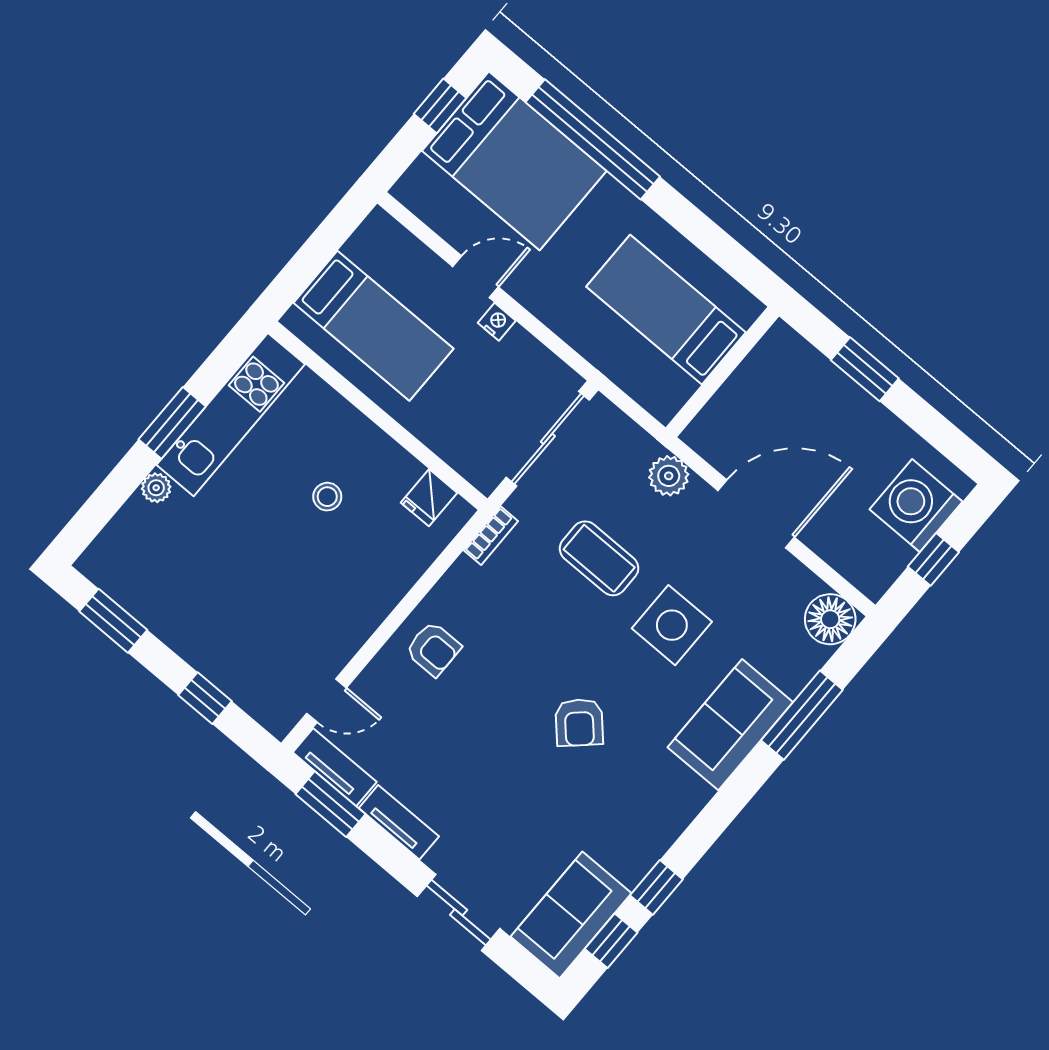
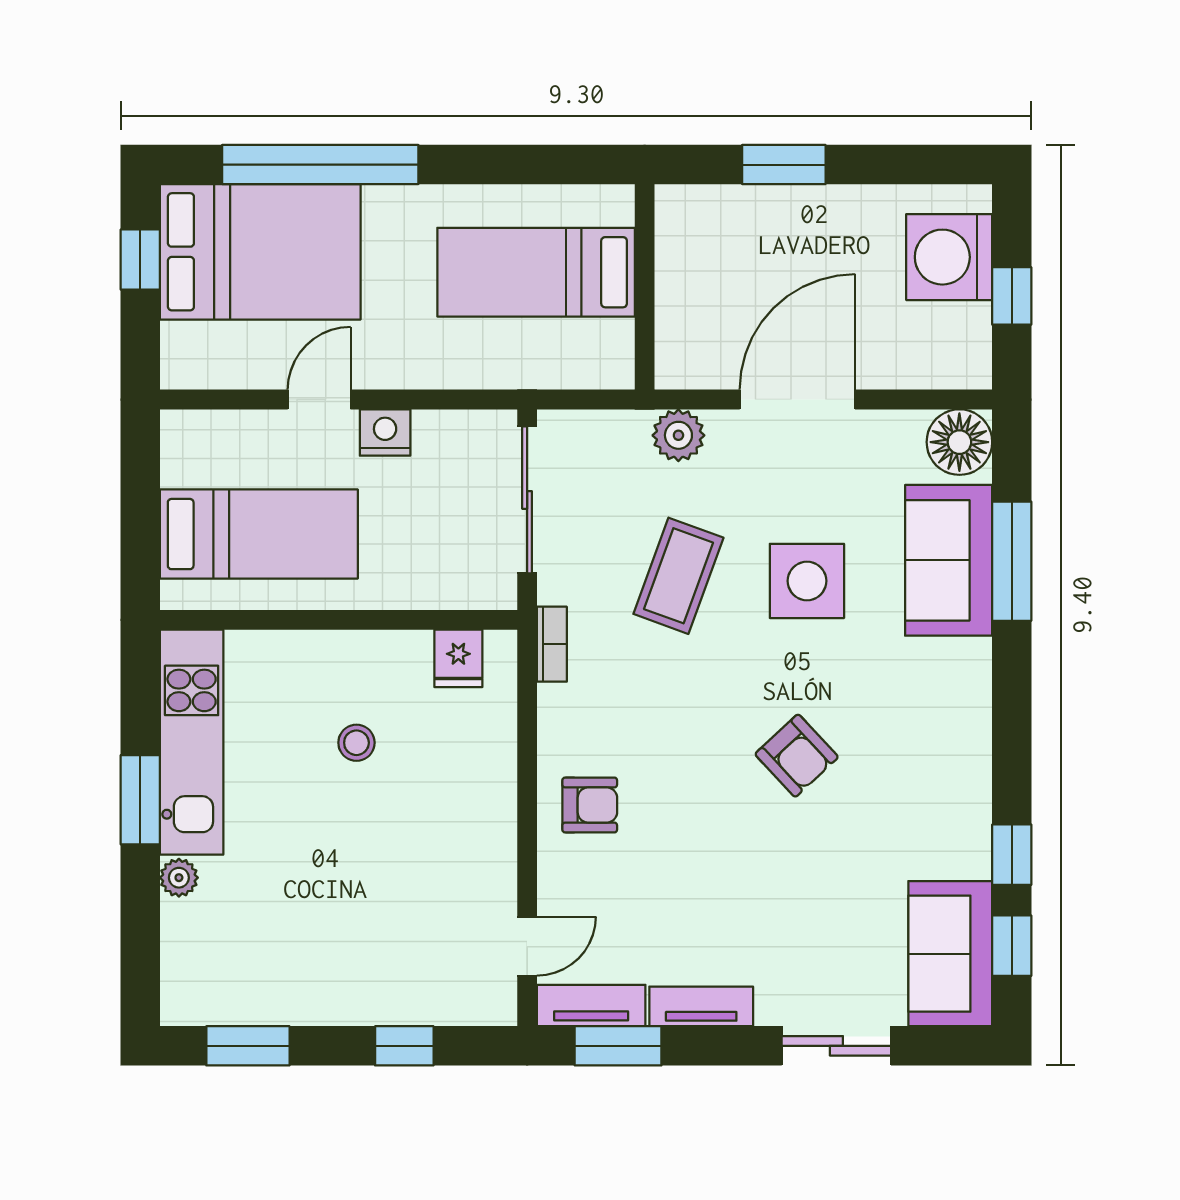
nightstand: (497, 322) -> (385, 433), width x1.39, depth x1.35
coffee table: (599, 558) -> (678, 576), turned -70
sofa: (730, 725) -> (949, 560), moved

